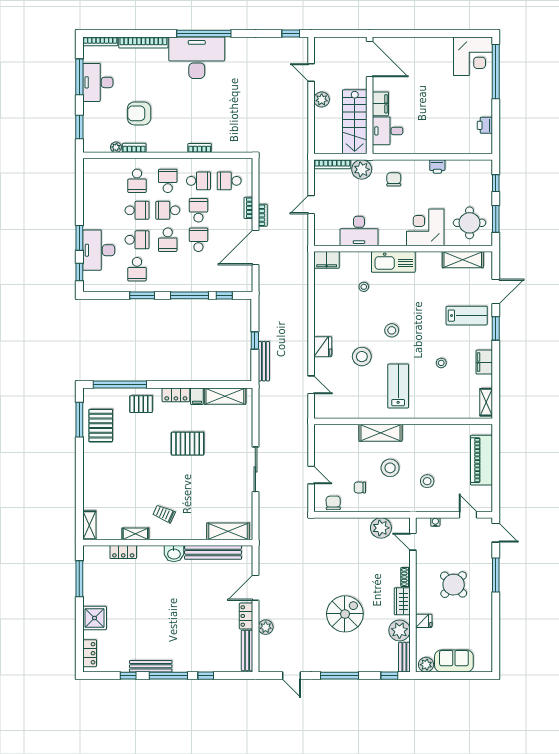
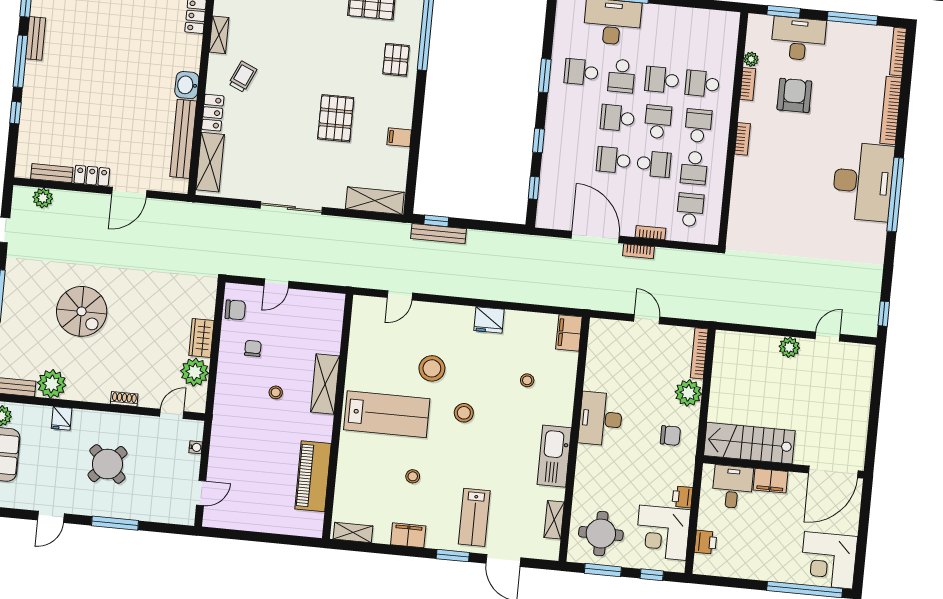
door: (370, 59) -> (833, 472), moved
desk: (98, 82) -> (798, 39), moved
wall: (370, 95) -> (783, 467), moved
filing cabinet: (380, 104) -> (770, 481), moved
stairs: (355, 122) -> (749, 443), moved
printer: (485, 125) -> (706, 542), moved, turned 90
desk: (388, 131) -> (732, 487), moved
bookcase: (200, 148) -> (742, 139), moved
school desk: (168, 181) -> (698, 126), turned -90
school desk: (137, 210) -> (662, 80), turned 90
corner desk: (425, 227) -> (663, 533), moved, turned 180
desk: (359, 231) -> (601, 419), moved
school desk: (198, 240) -> (613, 160), turned 180
shelving: (463, 260) -> (554, 520), width x0.67, depth x0.75
kitchen sink: (393, 262) -> (554, 456), moved
window: (190, 295) -> (538, 141), width x0.46
window: (255, 340) -> (436, 221), moved
fridge: (323, 347) -> (489, 320), moved
lab bench: (398, 386) -> (387, 414), width x1.36, depth x1.39
locker: (176, 395) -> (213, 113), moved, turned 180
shelving: (225, 396) -> (375, 201), moved, turned 90
piano: (481, 460) -> (313, 476), moved, turned -90
stool: (390, 468) -> (276, 392), width x0.53, depth x0.53
stool: (427, 481) -> (253, 441), removed
door: (496, 533) -> (51, 517), moved
door: (255, 588) -> (129, 192), swing flipped
wardrobe: (402, 601) -> (201, 338), moved, turned -90
plant: (266, 627) -> (43, 198), moved
bench: (247, 650) -> (52, 173), width x0.73
bench: (151, 666) -> (36, 38), width x0.73

